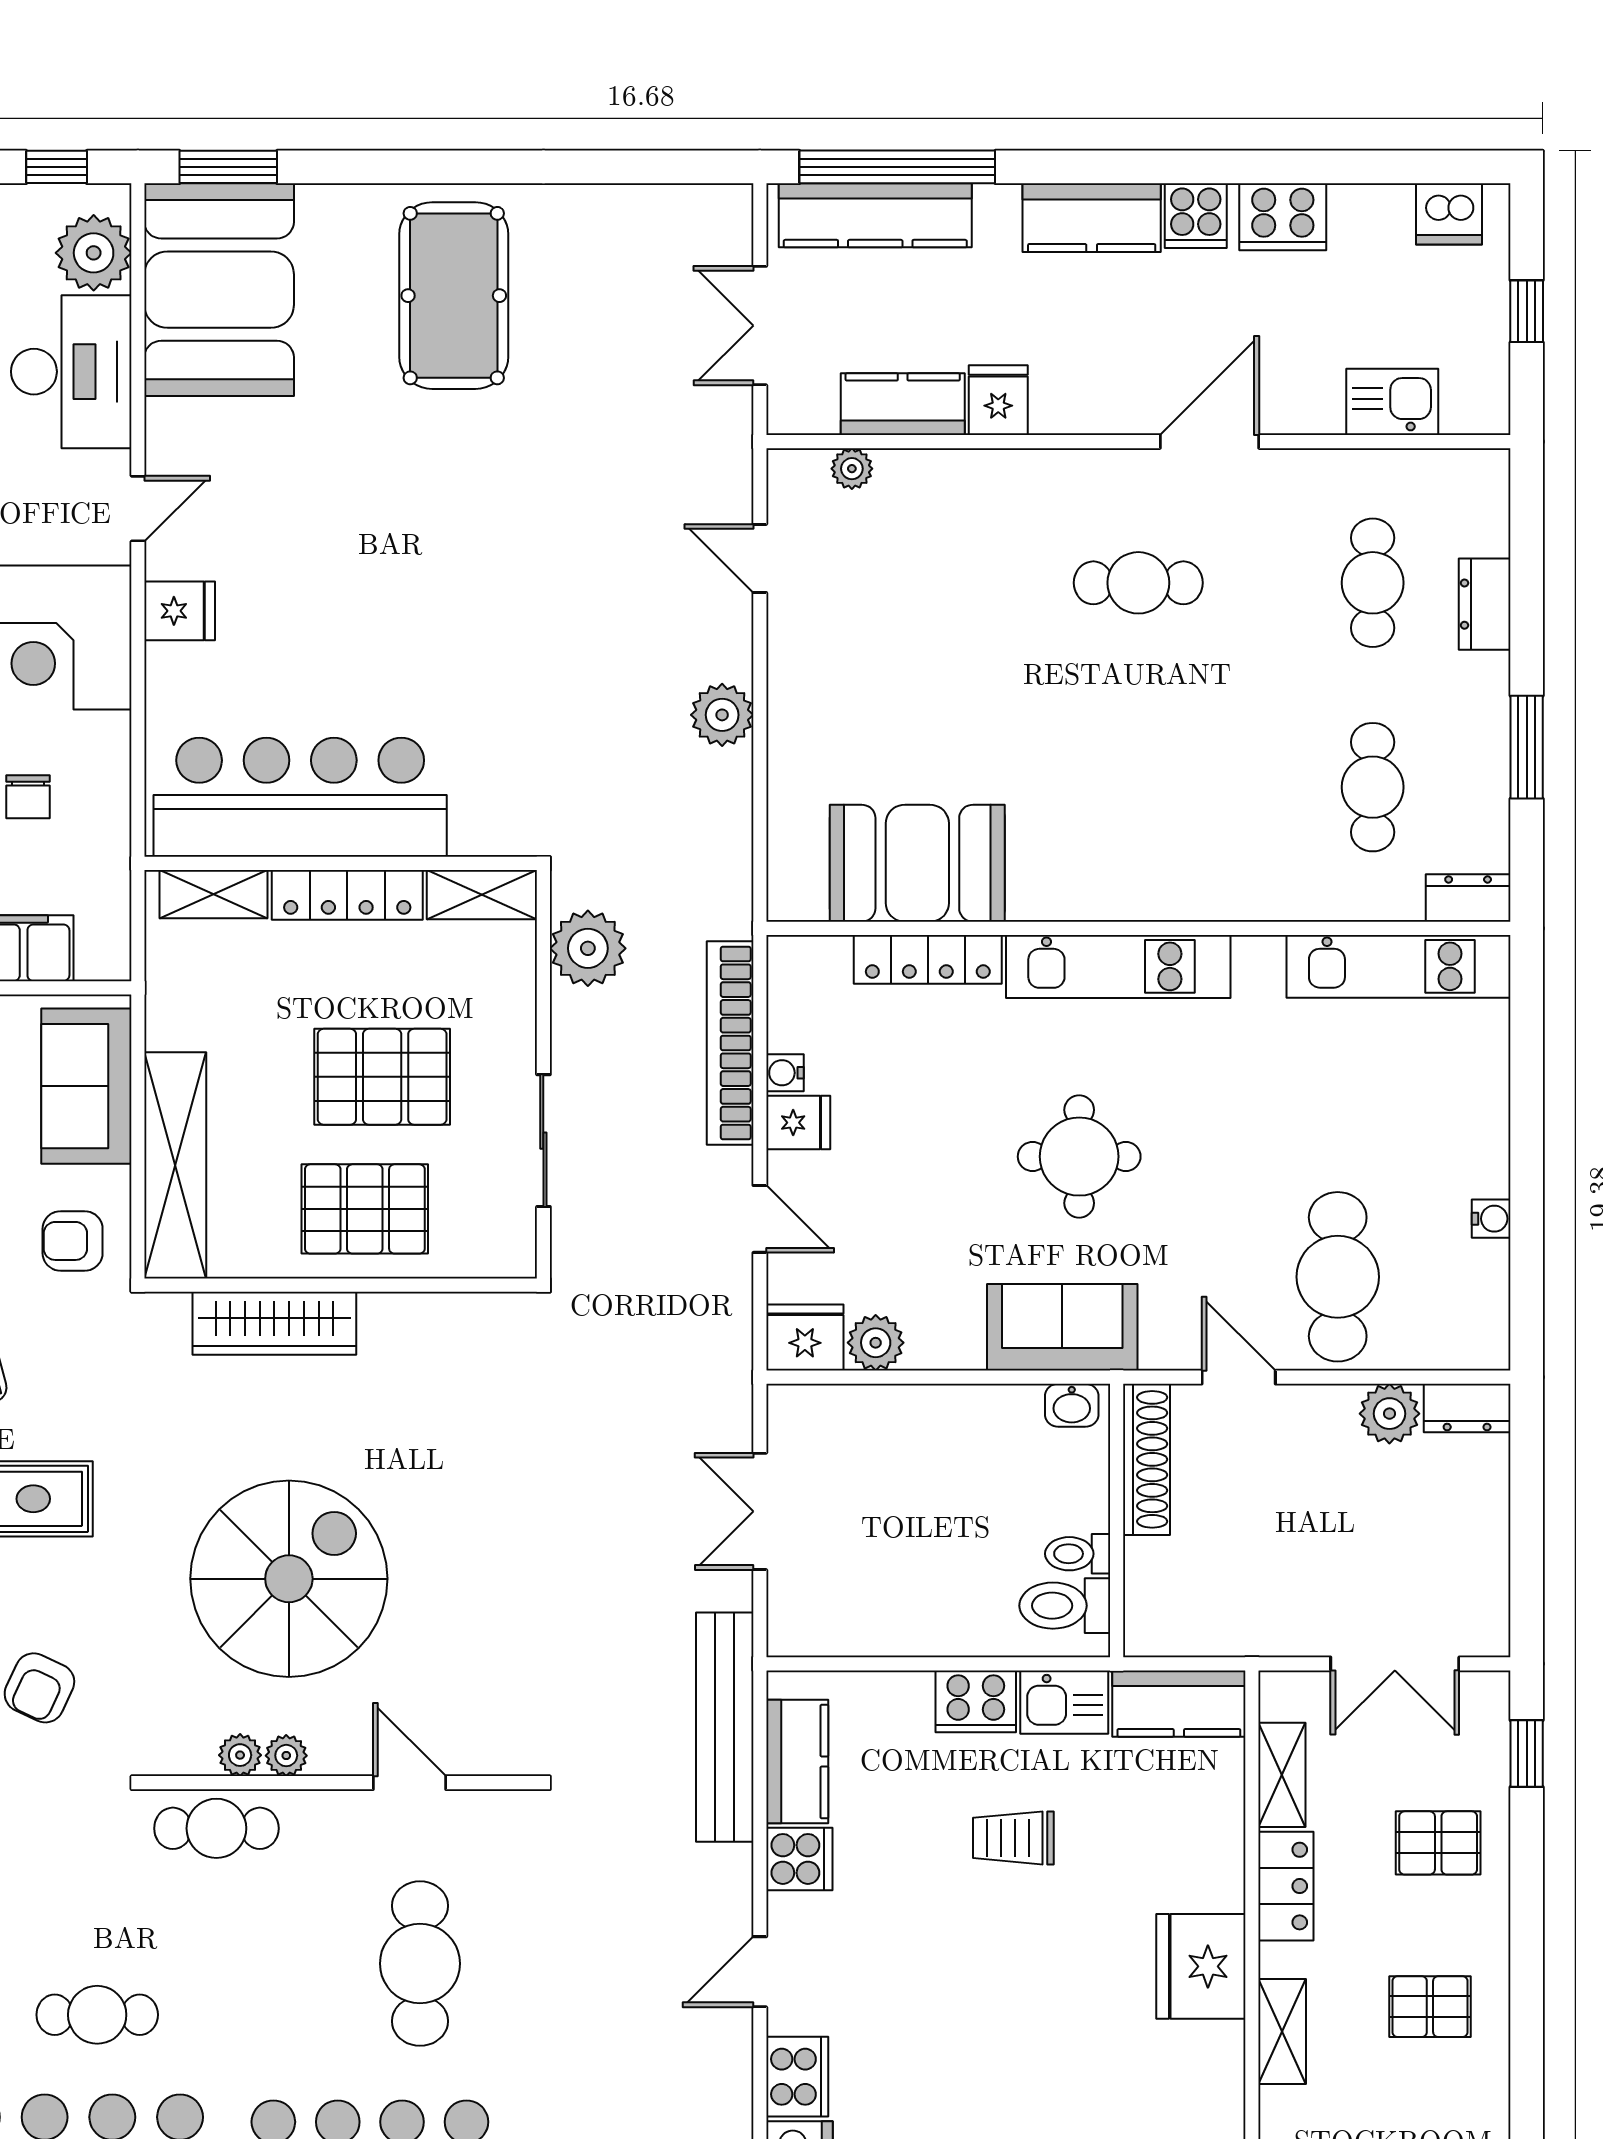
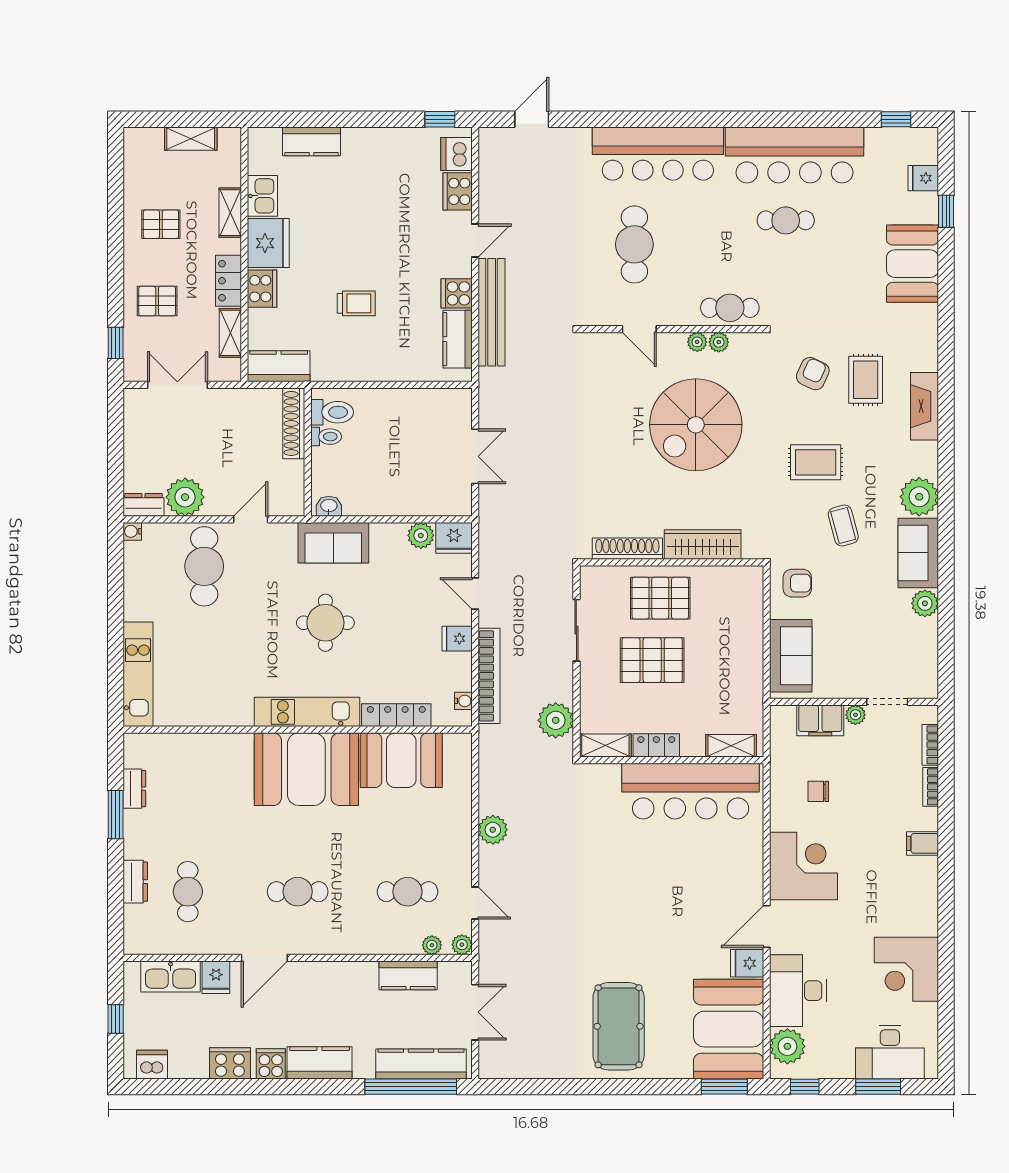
fridge: (998, 400) -> (216, 977), moved
kitchen sink: (1392, 402) -> (171, 976), width x1.38
plant: (788, 470) -> (462, 945), added
door: (138, 509) -> (767, 926), width x1.38
fridge: (180, 611) -> (747, 963), moved
cafe table: (1373, 787) -> (407, 892), moved, turned 90
chair: (28, 797) -> (818, 791), turned -90
booth: (1120, 844) -> (306, 769), added
locker: (347, 895) -> (656, 745), width x0.66
dresser: (1468, 898) -> (134, 789), moved, turned -90
kitchen unit: (1399, 966) -> (138, 674), moved, turned 90
water cooler: (785, 1073) -> (463, 701), moved
shelving: (175, 1165) -> (749, 619), removed
water cooler: (1491, 1219) -> (132, 531), moved
shoe rack: (435, 1315) -> (627, 549), added
door: (1239, 1377) -> (251, 519), swing flipped
plant: (1389, 1414) -> (185, 497), width x1.36, depth x1.36
shoe rack: (1147, 1459) -> (294, 423), moved
cooker: (976, 1701) -> (262, 289), moved, turned 90
kitchen sink: (1064, 1702) -> (262, 196), moved, turned 90
bench: (725, 1727) -> (492, 312), moved

